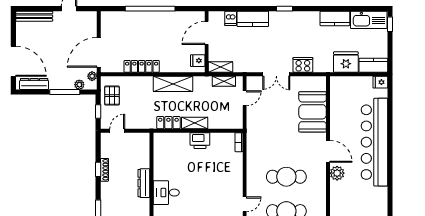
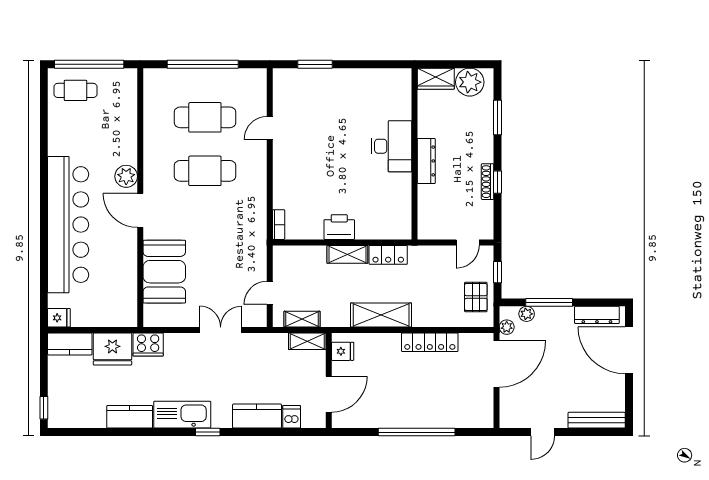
kitchen sink: (369, 20) -> (182, 415), moved
cooker: (303, 65) -> (148, 345), moved
desk: (166, 193) -> (392, 146), width x1.37

